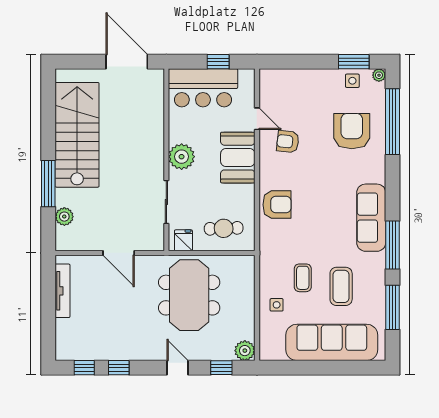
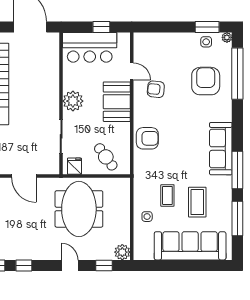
cafe table: (224, 228) -> (106, 157), turned 56

